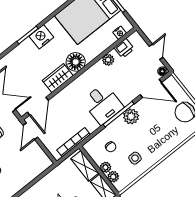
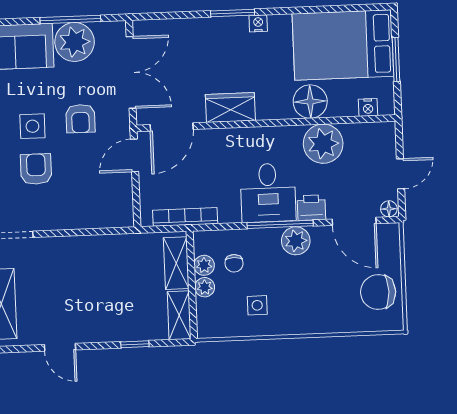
nightstand: (41, 37) -> (258, 23), width x0.53, depth x0.56
printer: (124, 48) -> (311, 208), moved, turned 180
plant: (108, 60) -> (323, 144), width x1.88, depth x1.88
floor lamp: (76, 62) -> (310, 102), moved
plant: (113, 177) -> (204, 265), moved

